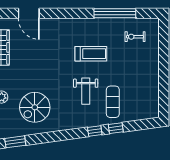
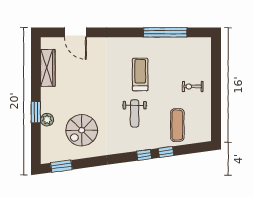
exercise bike: (135, 37) -> (193, 86), moved
treadmill: (91, 54) -> (140, 74), turned -90
exercise mat: (113, 102) -> (177, 125), moved

